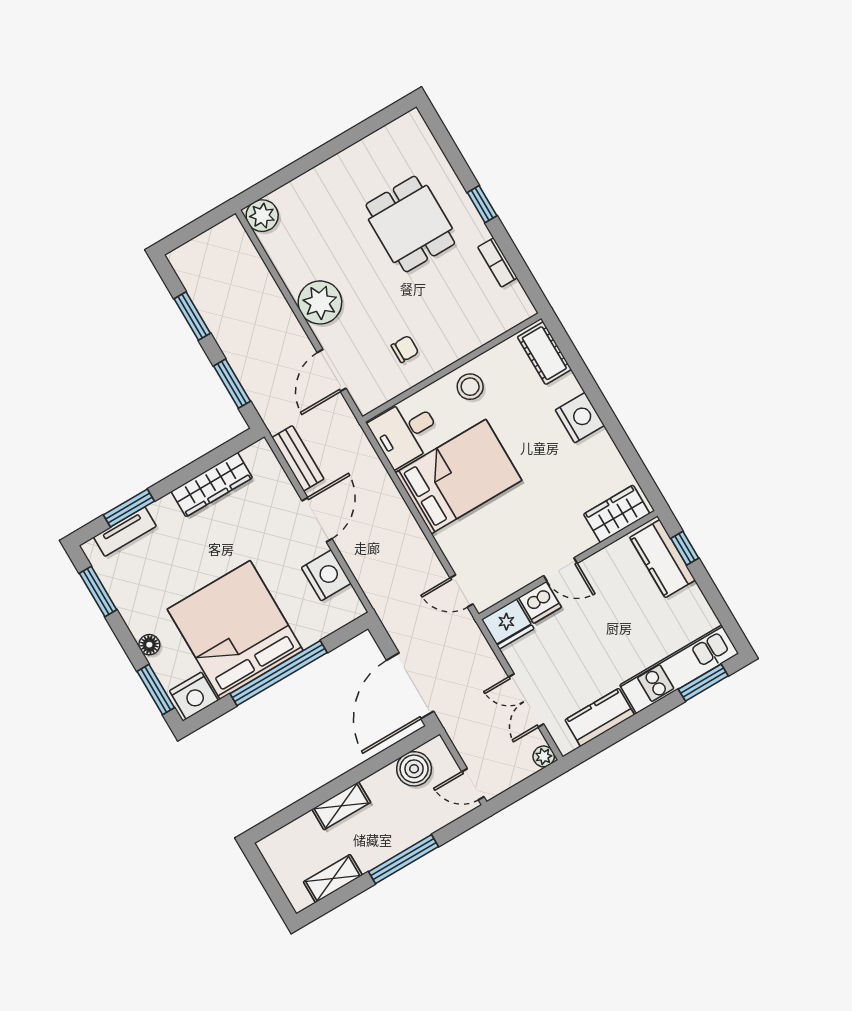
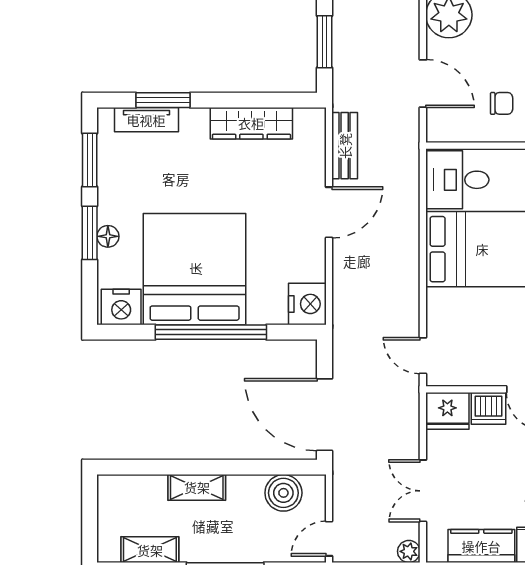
door: (332, 370) -> (423, 84), swing flipped
nightstand: (326, 575) -> (307, 304), moved
door: (410, 686) -> (325, 415), hinge flipped
window: (156, 689) -> (90, 233), moved
door: (473, 784) -> (329, 539), hinge flipped

